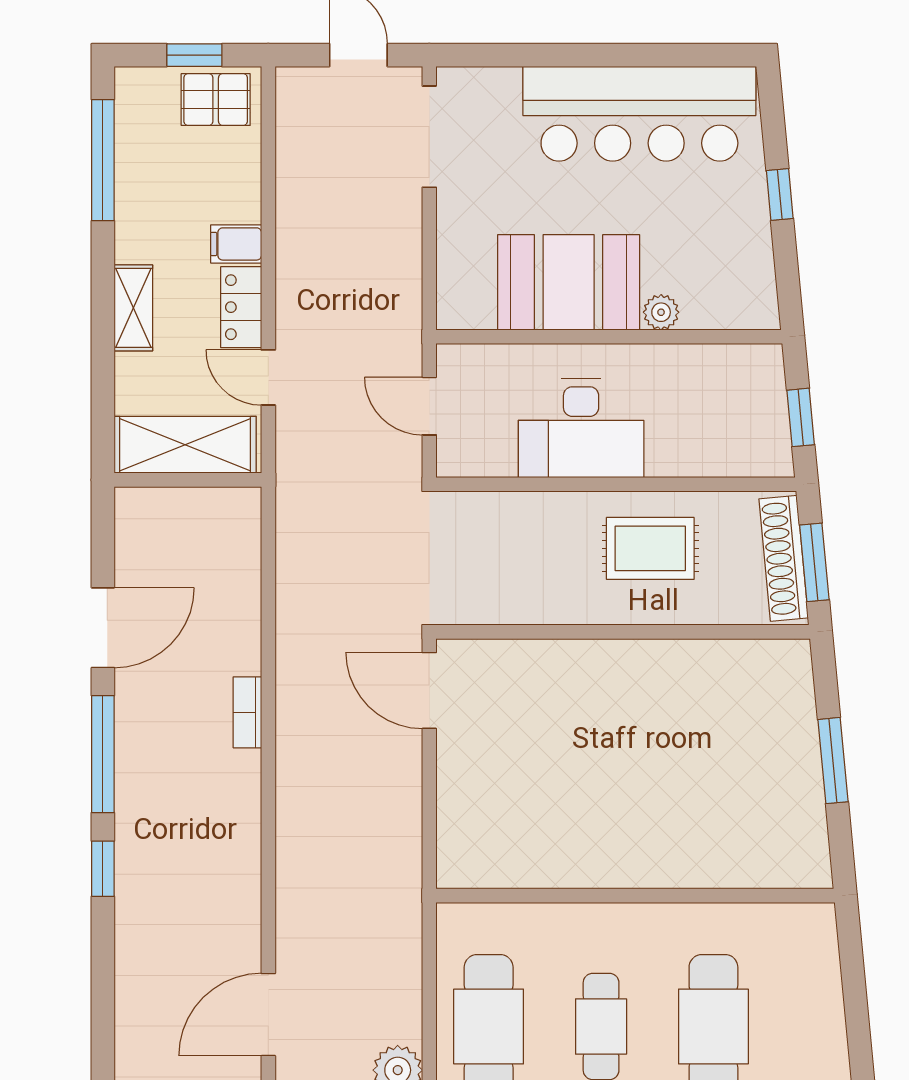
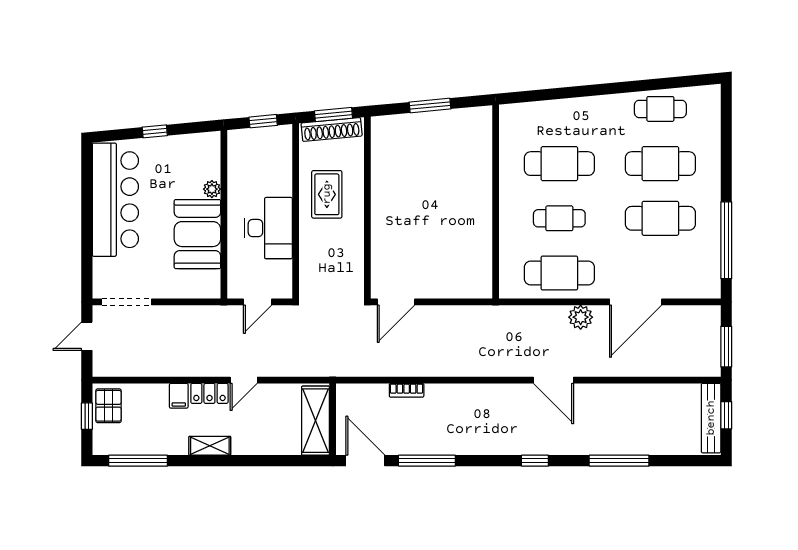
shelving: (185, 445) -> (316, 421), moved
wall: (188, 480) -> (333, 419), moved
window: (103, 869) -> (535, 461), moved

